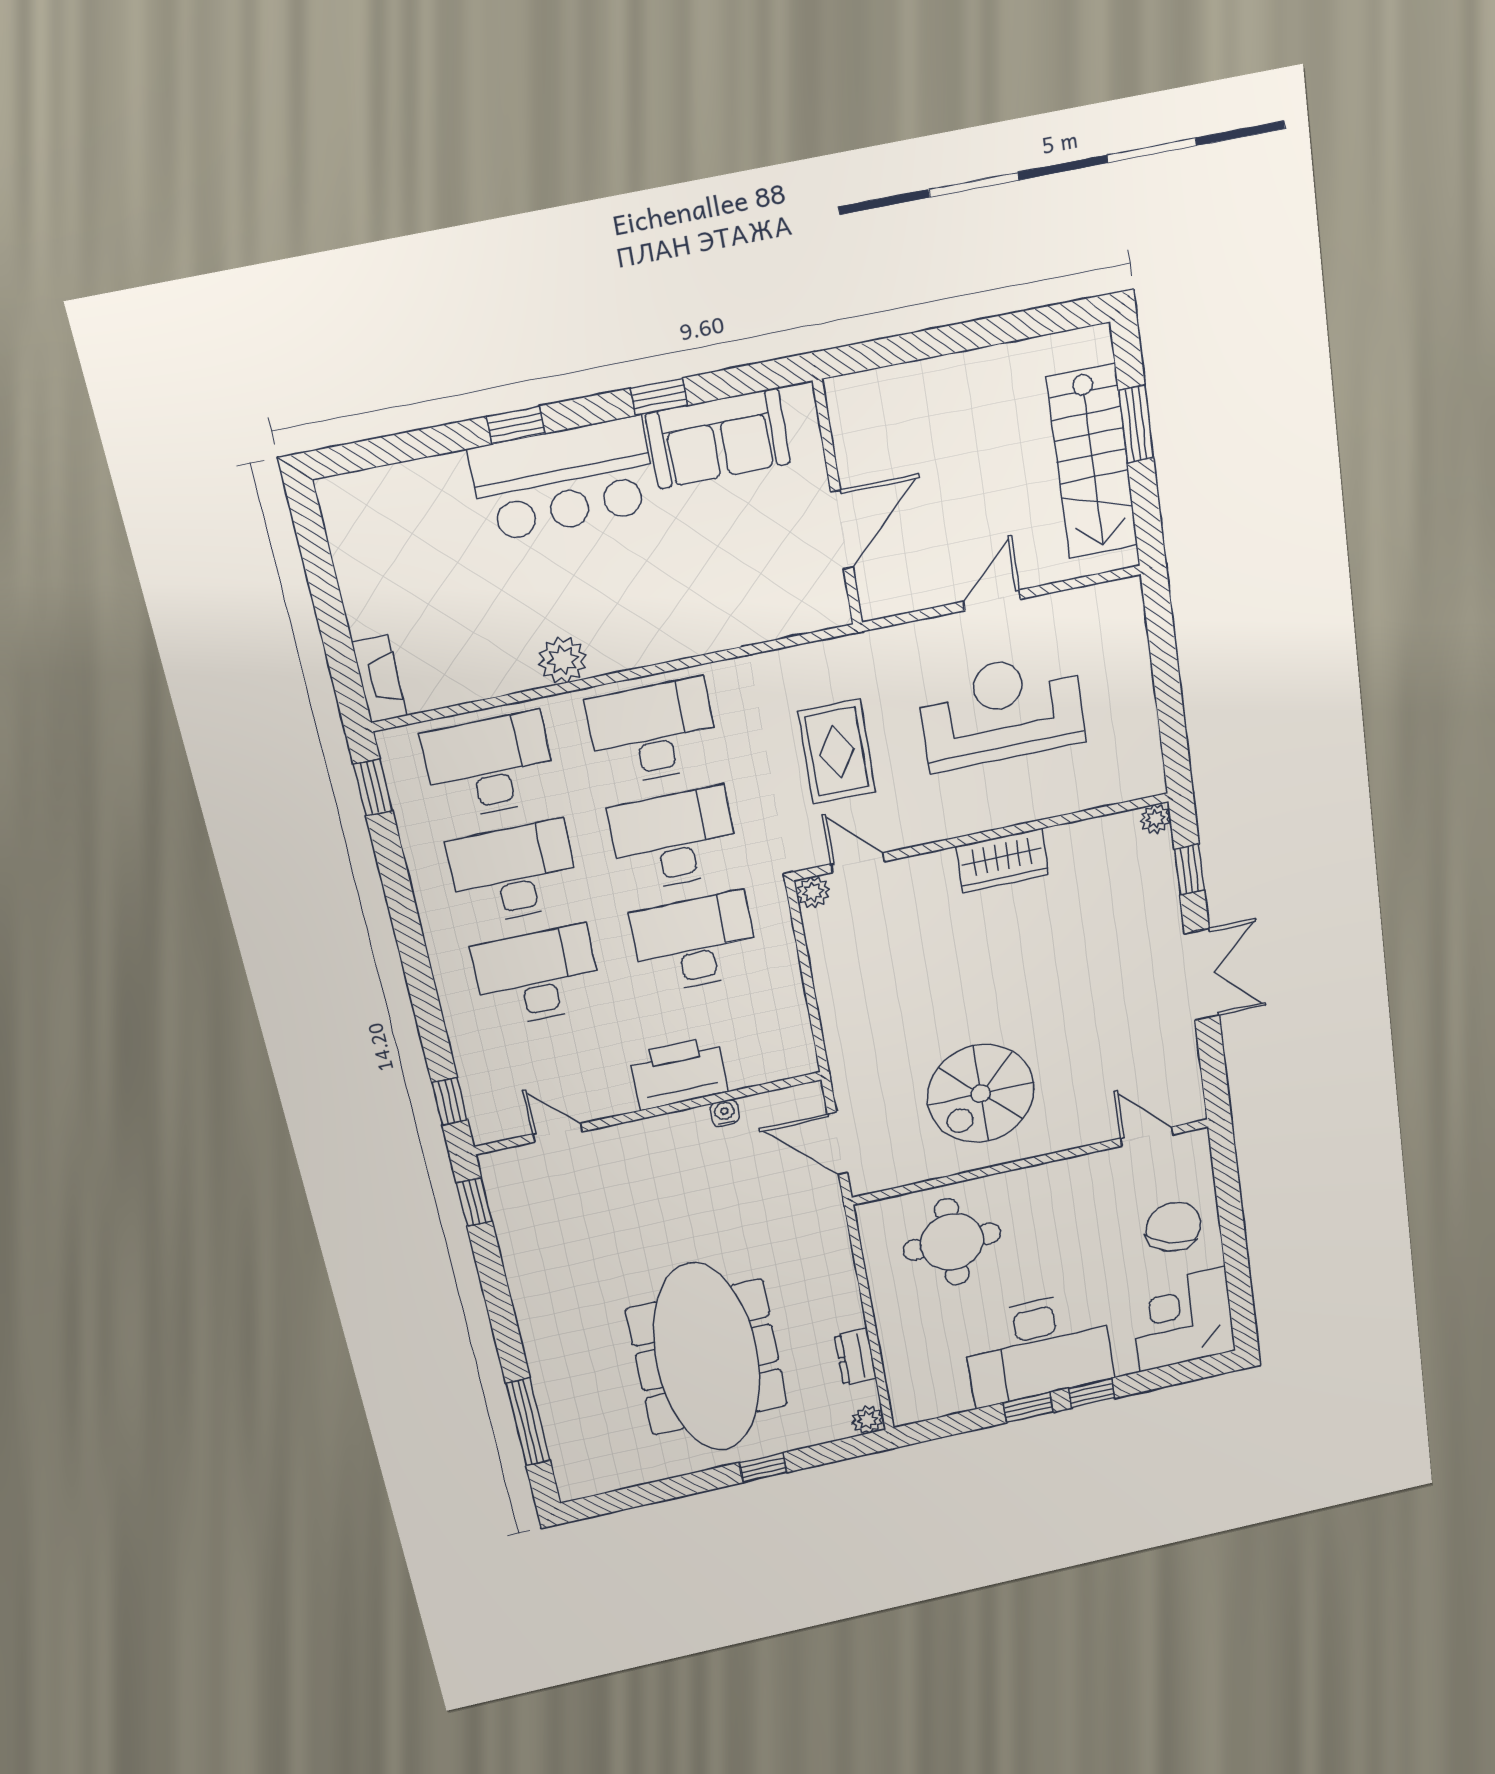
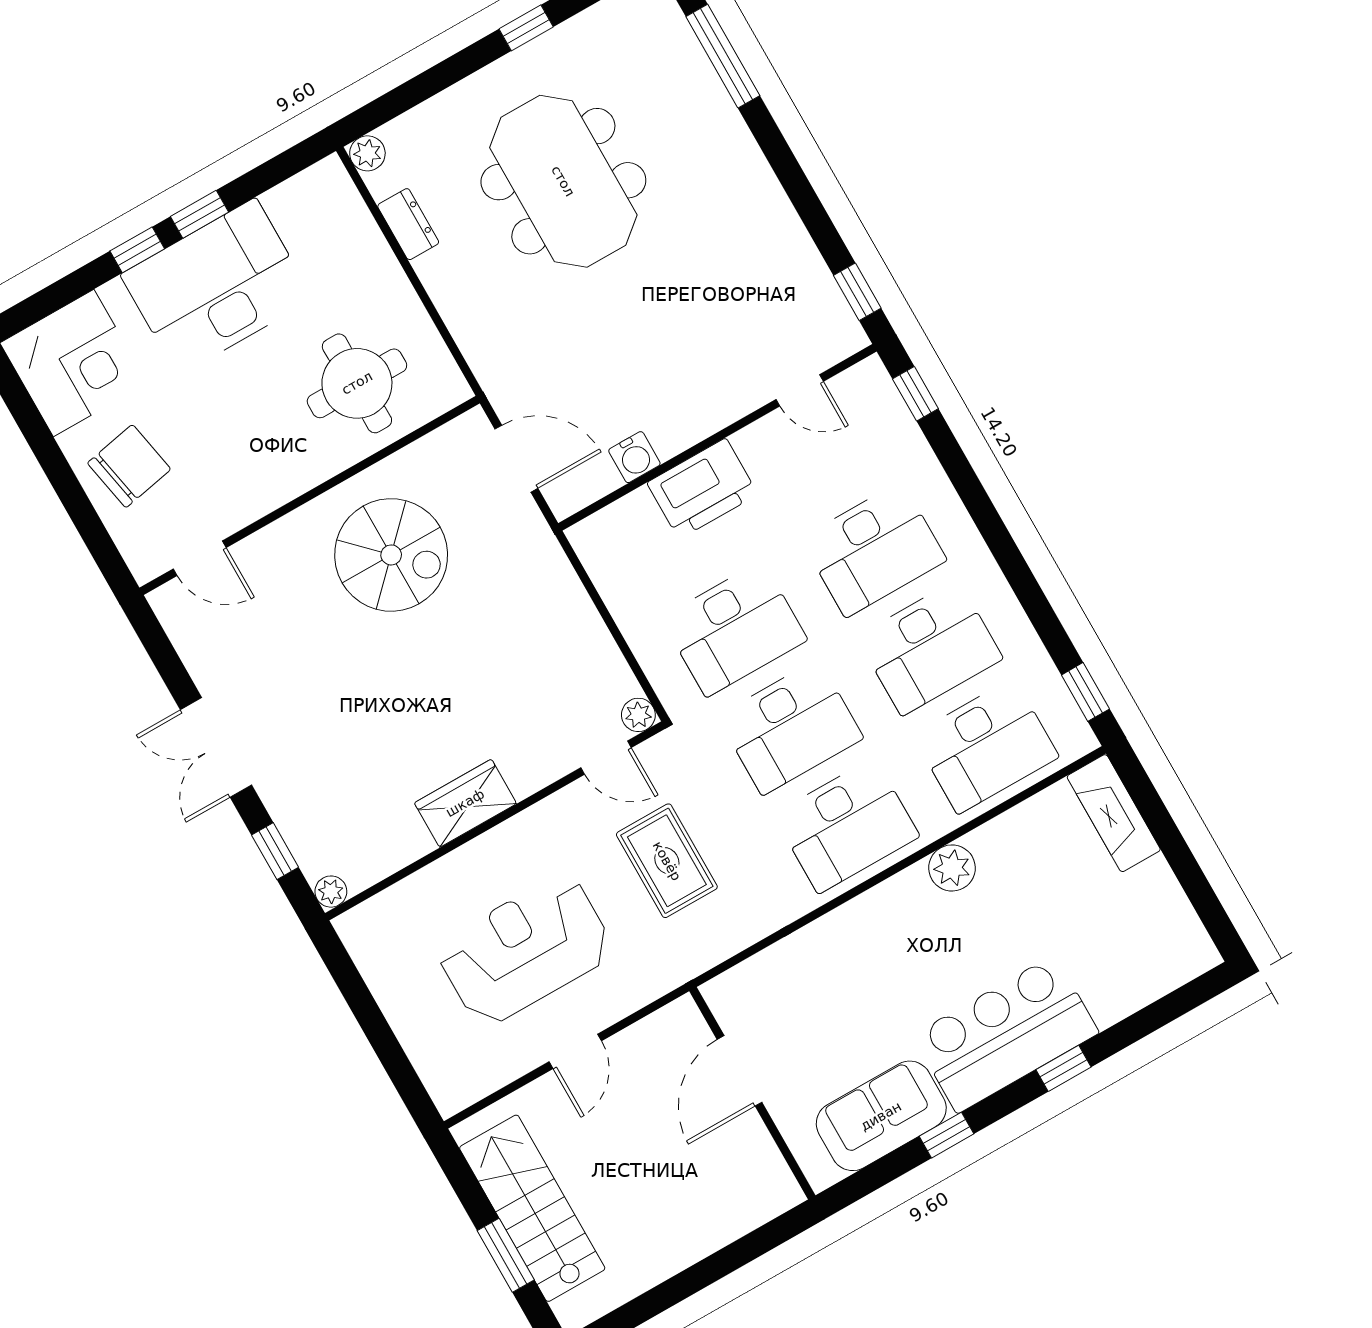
fireplace: (379, 679) -> (1114, 813), width x1.37, depth x1.32
reception desk: (1001, 711) -> (525, 950), turned 180
spiral stairs: (981, 1093) -> (391, 555), turned 90
water cooler: (725, 1113) -> (634, 457), width x1.38, depth x1.38
chair: (1173, 1227) -> (129, 466), turned -120
meeting table: (707, 1357) -> (563, 181), width x0.73
window: (763, 1468) -> (526, 28), moved

